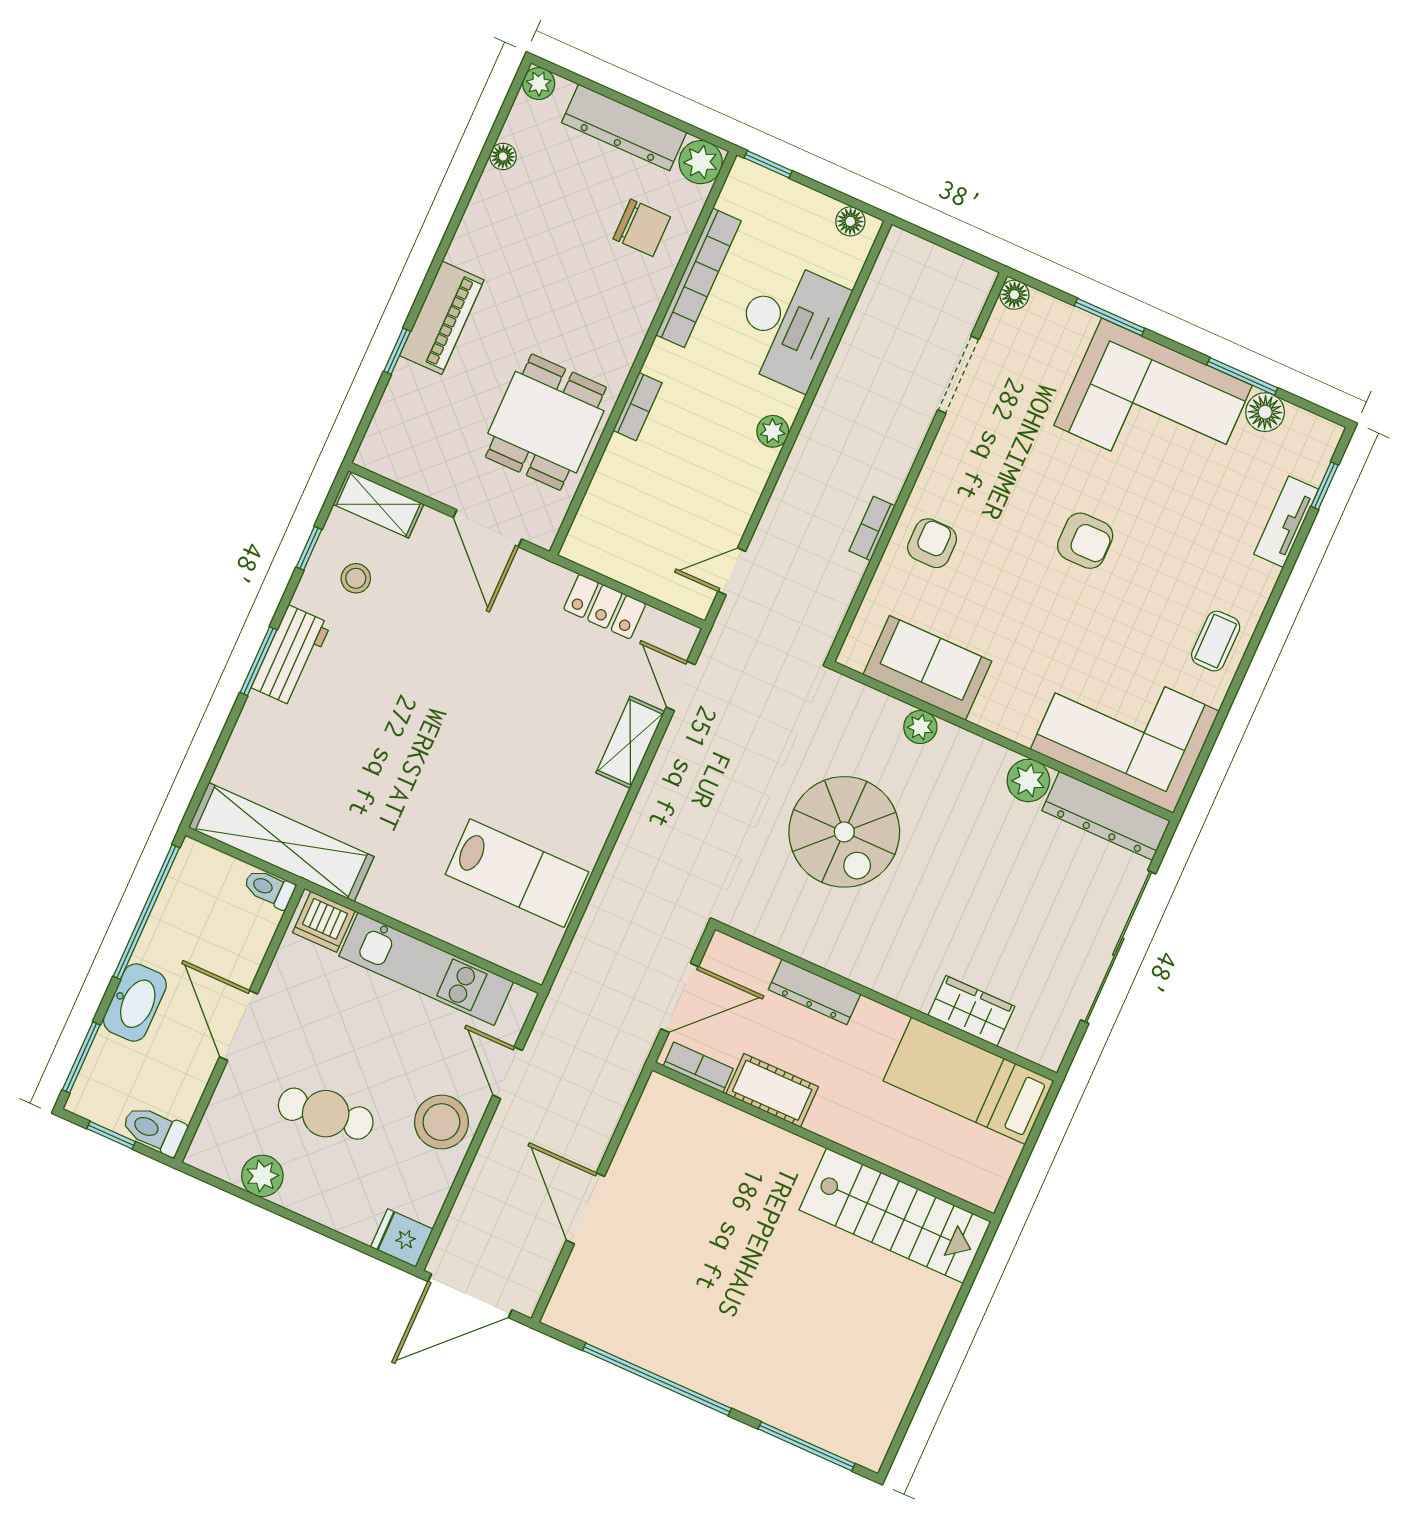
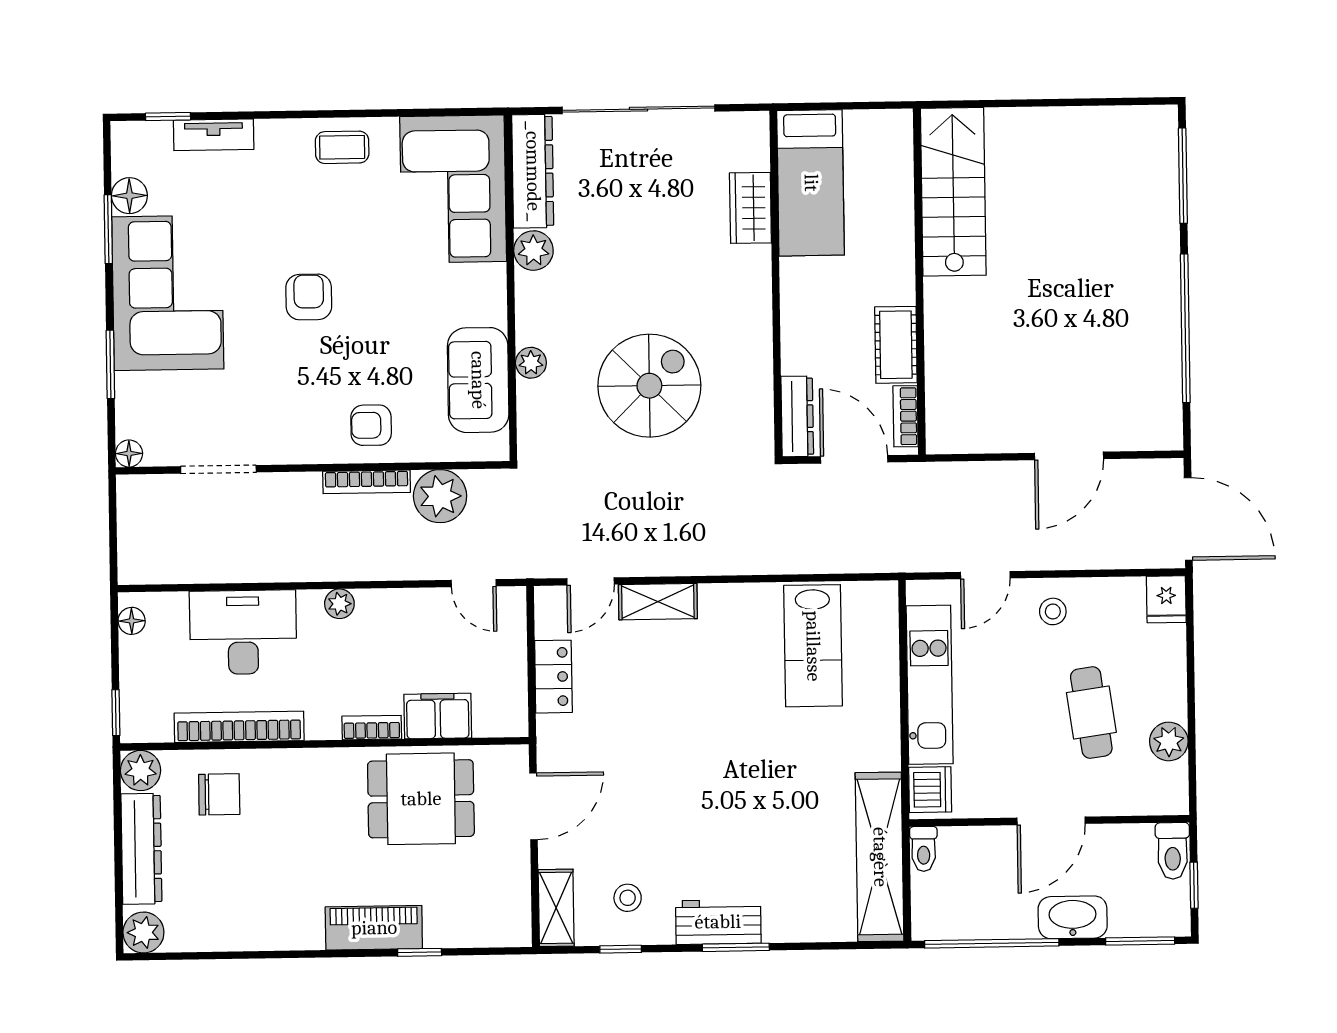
plant: (539, 84) -> (143, 932), width x1.38, depth x1.38
floor lamp: (503, 156) -> (214, 940), removed
chair: (642, 228) -> (219, 794), turned 90
filing cabinet: (619, 476) -> (438, 716), added
bookcase: (872, 528) -> (367, 482), width x1.56
plant: (832, 578) -> (440, 496), added
lab bench: (517, 873) -> (813, 646), turned 180
dresser: (814, 992) -> (797, 416), moved
stool: (441, 1122) -> (1053, 611), width x0.53, depth x0.53

